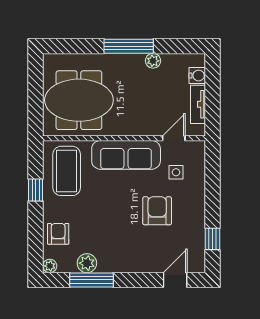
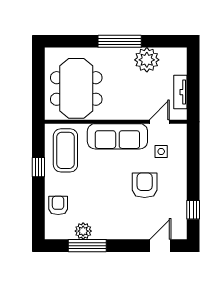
plant: (153, 61) -> (147, 60), width x1.88, depth x1.88
water cooler: (197, 76) -> (180, 67), removed
meeting table: (79, 100) -> (76, 88), turned 90
plant: (50, 266) -> (51, 233), removed

